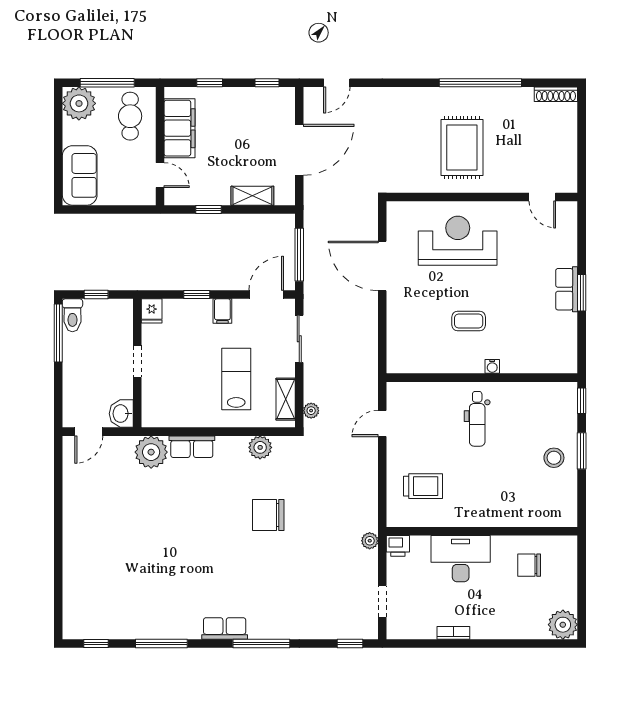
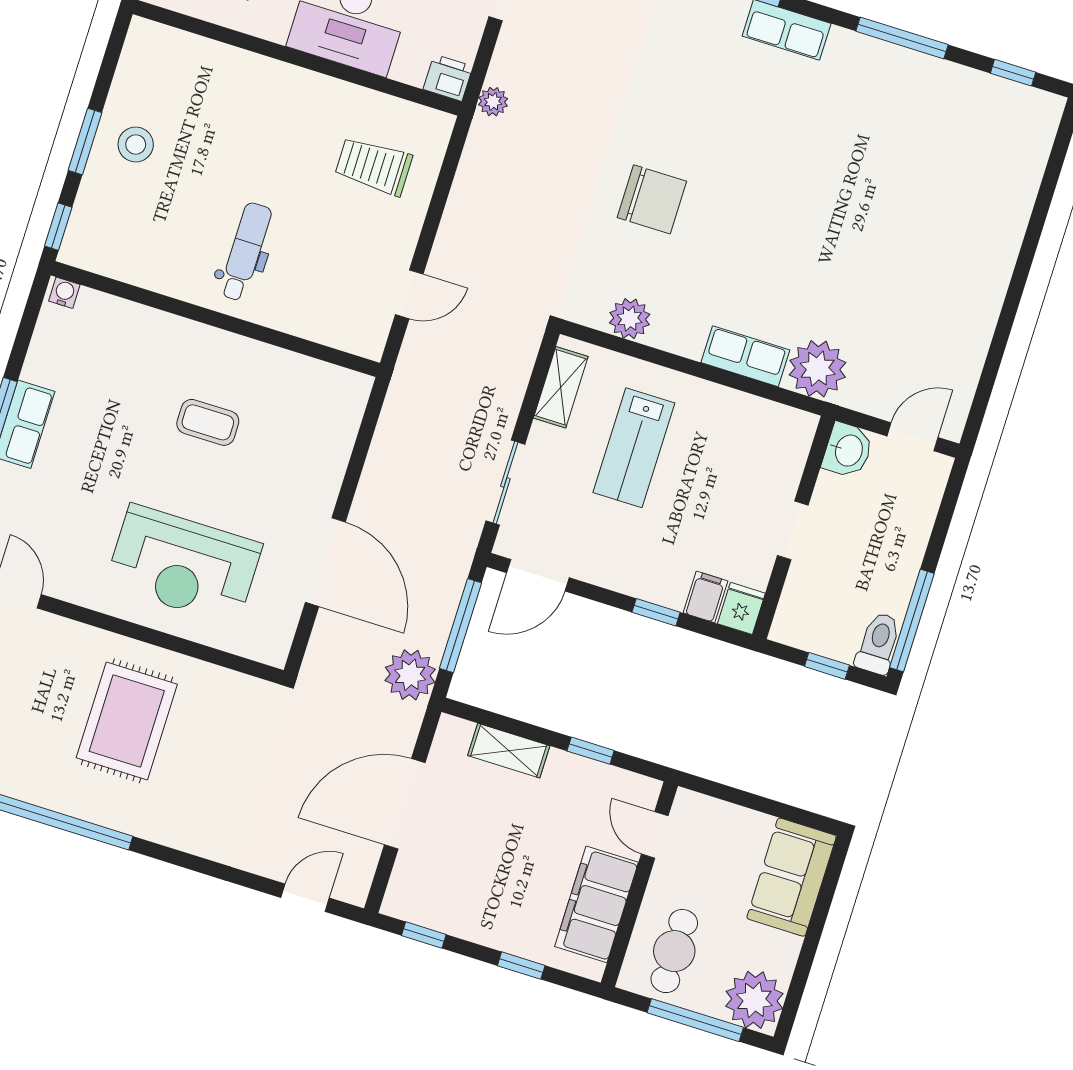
filing cabinet: (222, 311) -> (705, 597), moved
water cooler: (492, 366) -> (64, 293), moved
plant: (311, 411) -> (410, 675), moved, width x1.88, depth x1.88

